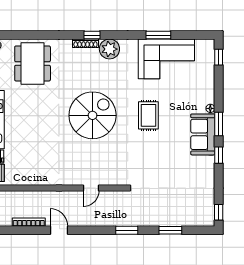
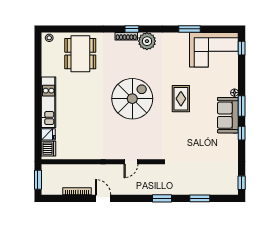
corner sofa: (166, 59) -> (214, 50), moved

